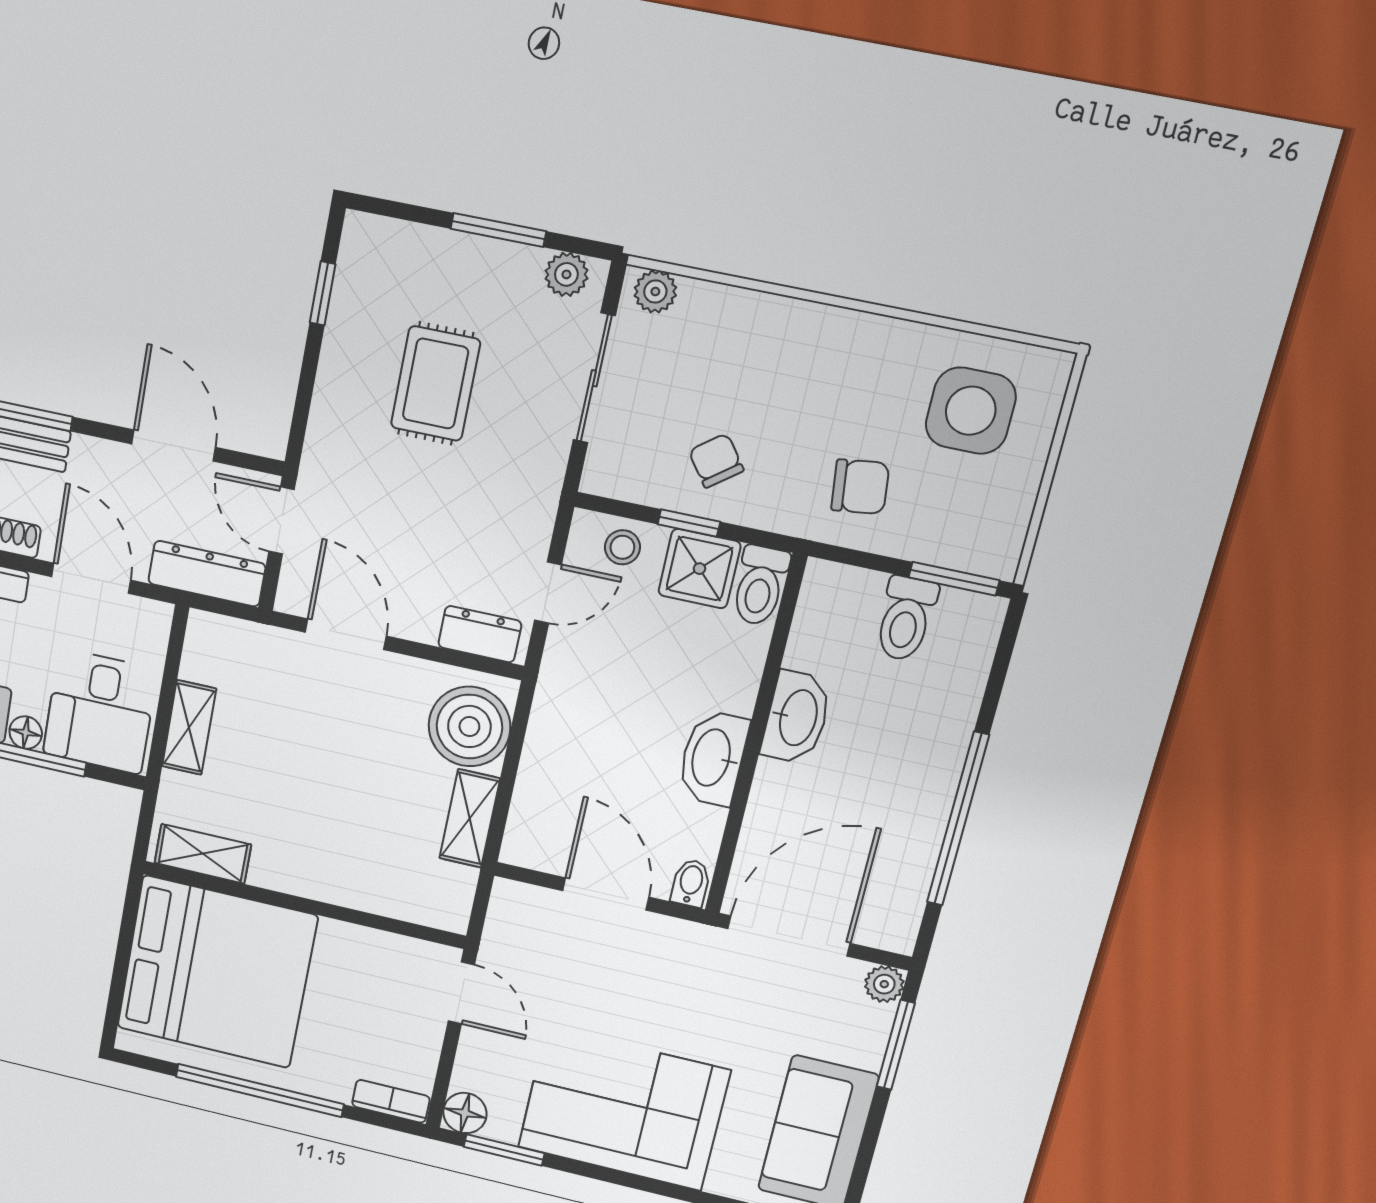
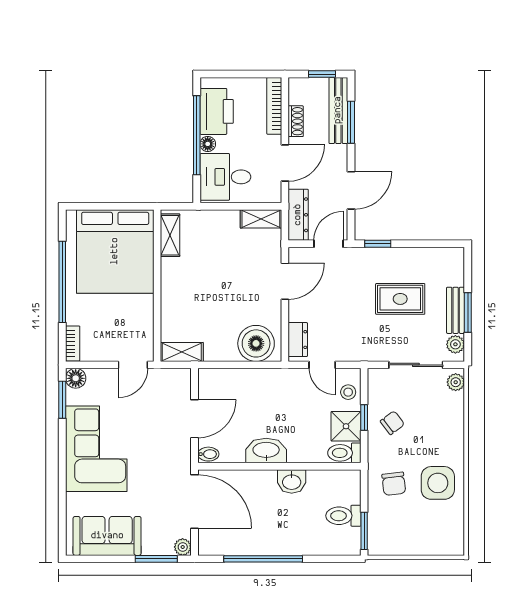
bench: (487, 258) -> (456, 310), added
window: (323, 293) -> (378, 244), moved
side table: (971, 411) -> (438, 483), moved
washbasin: (797, 717) -> (292, 481), width x0.72
shelving: (189, 727) -> (261, 219), moved
shelving: (470, 818) -> (182, 352), moved

